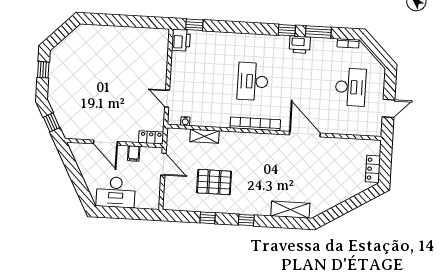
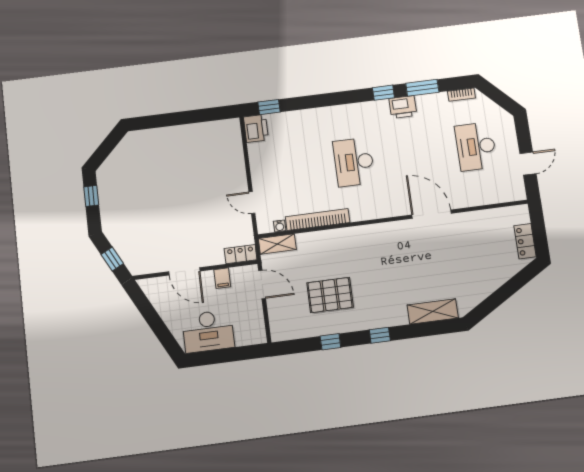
desk: (351, 87) -> (476, 146), turned 180
bookcase: (255, 124) -> (318, 220), moved
shelving: (205, 136) -> (277, 244), moved

